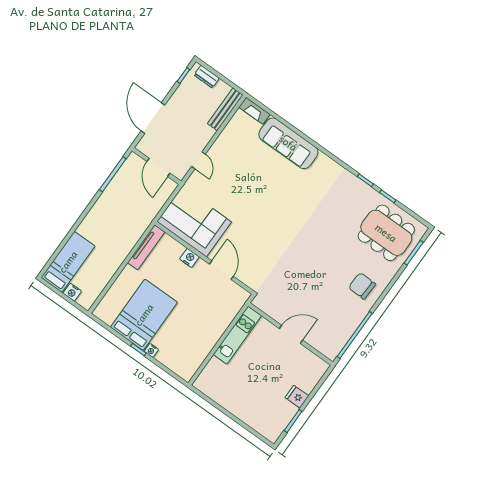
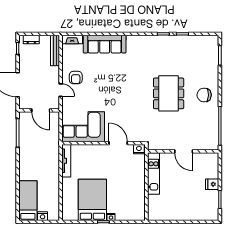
armchair: (227, 158) -> (76, 78), added
dining table: (386, 233) -> (169, 93), moved, turned 90
nightstand: (189, 258) -> (139, 149), moved
door: (291, 334) -> (184, 151), swing flipped

